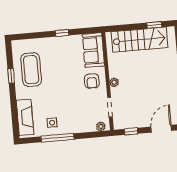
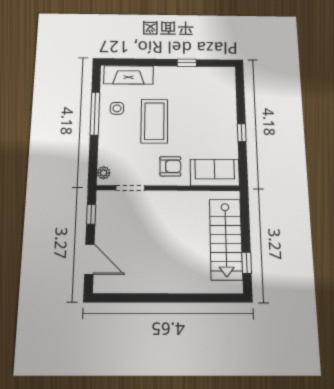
coffee table: (31, 70) -> (154, 121), moved, turned 90
armchair: (92, 81) -> (170, 166), turned 180
plant: (114, 82) -> (166, 197), removed

